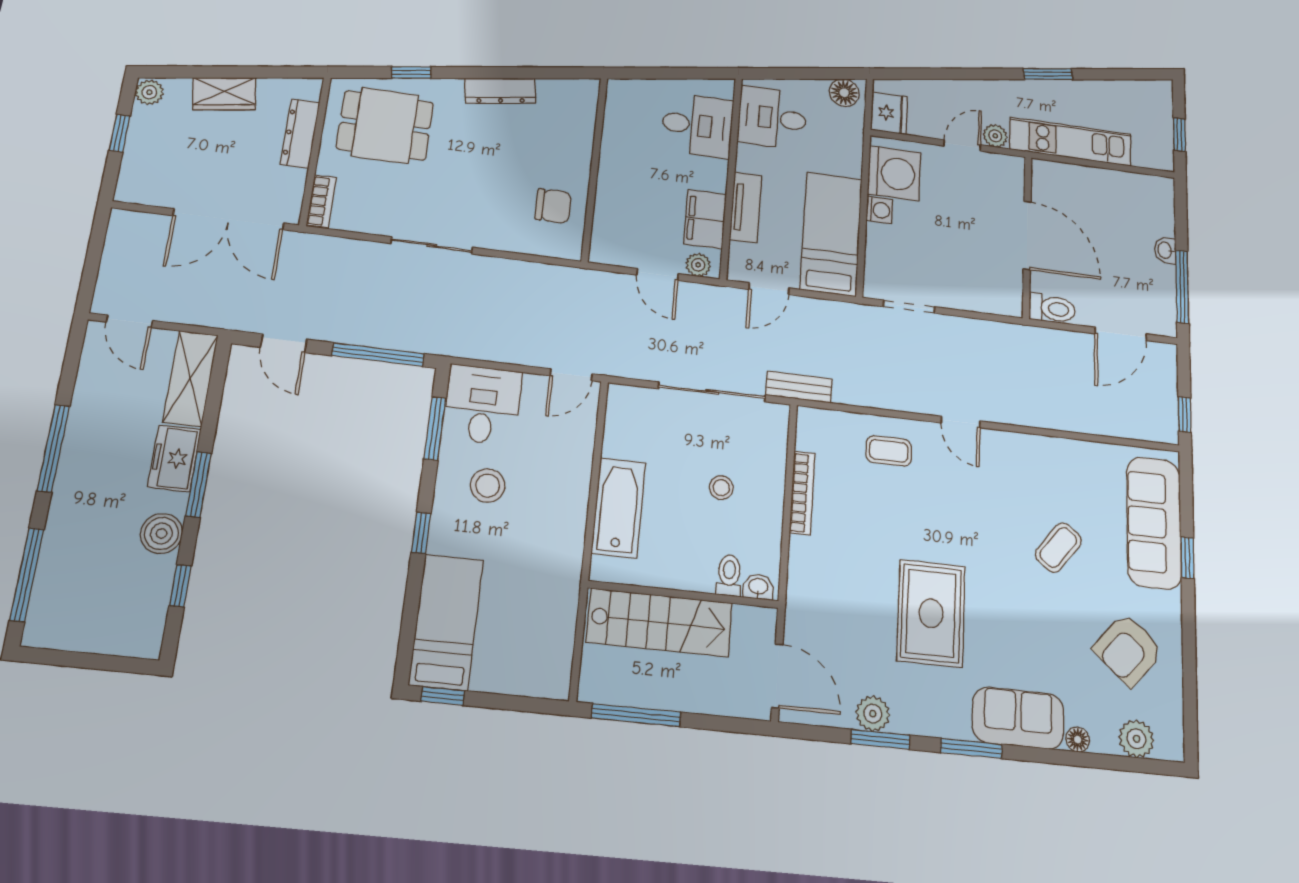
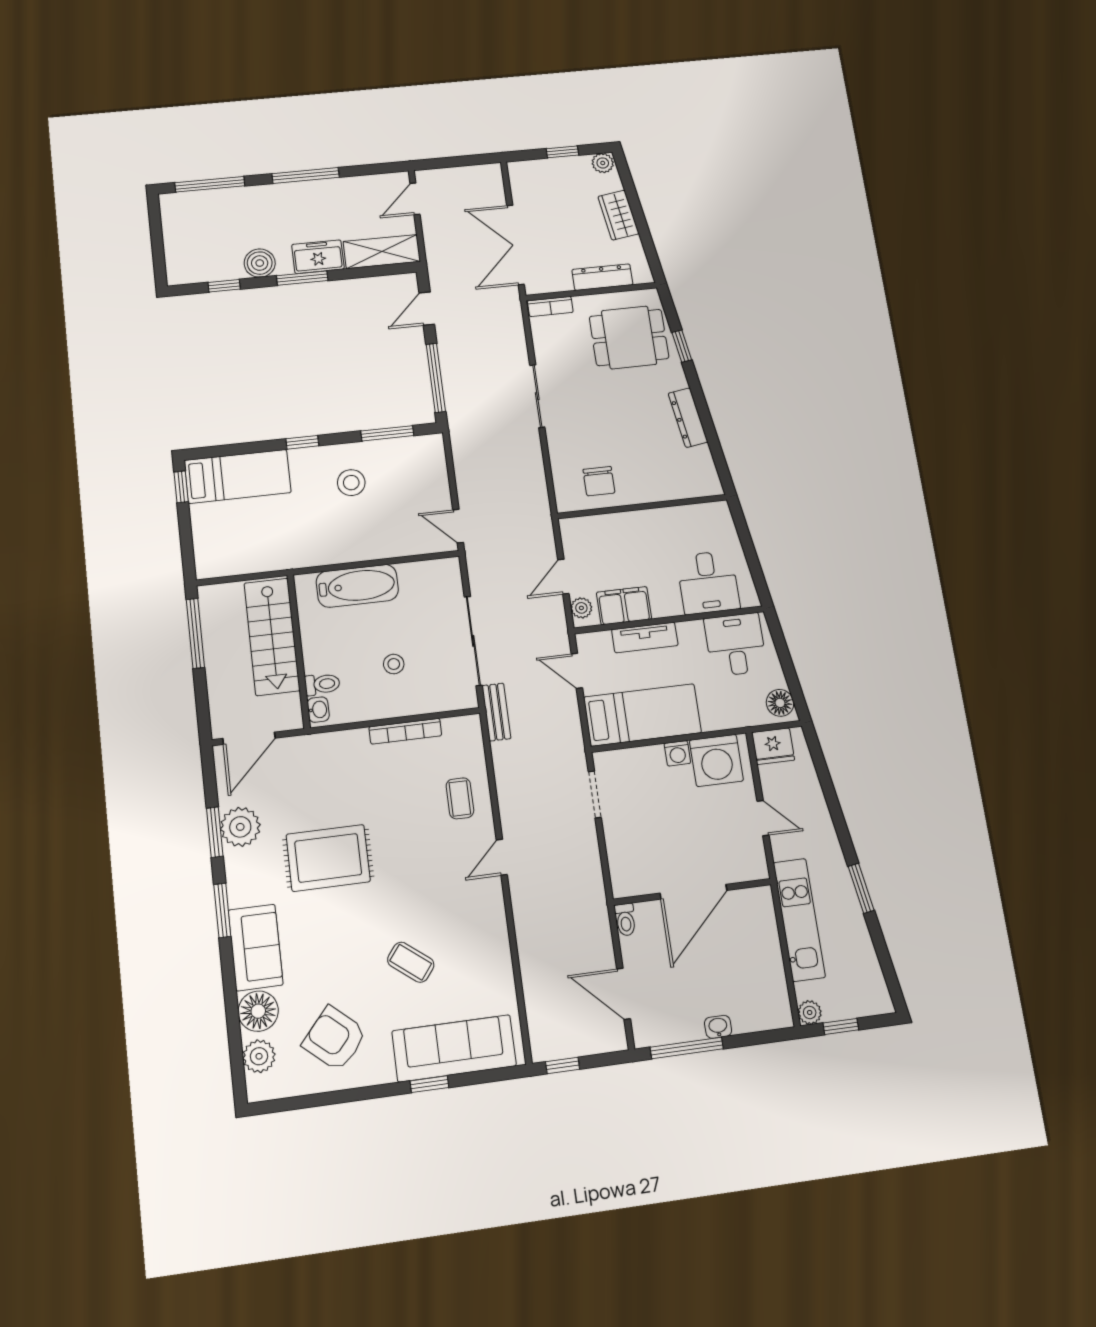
dining table: (385, 125) -> (629, 337), turned 90
plant: (995, 136) -> (810, 1012), moved
toilet: (1052, 309) -> (625, 920), width x0.73, depth x0.72
desk: (483, 405) -> (416, 464), removed
plant: (873, 714) -> (240, 827), width x1.36, depth x1.36
floor lamp: (1078, 740) -> (258, 1011), width x1.89, depth x1.89

